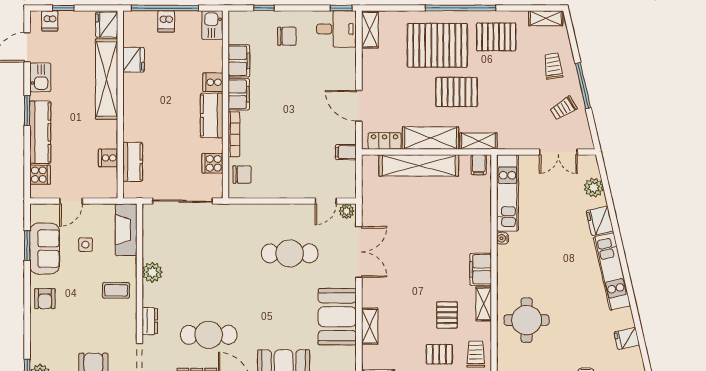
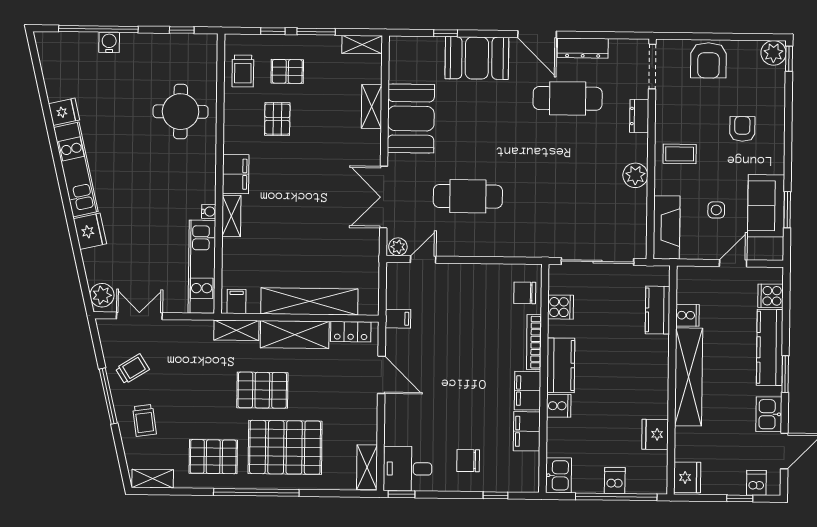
shelving: (107, 79) -> (689, 377), moved
plant: (594, 188) -> (102, 295), moved
armchair: (45, 299) -> (742, 129), moved
shelving: (484, 304) -> (231, 216), moved
fridge: (627, 338) -> (64, 112), moved

